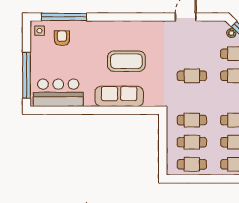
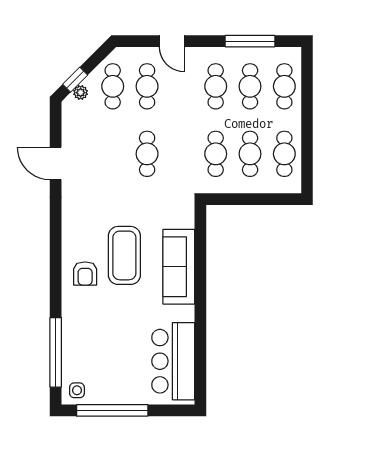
armchair: (62, 38) -> (85, 273), moved, turned -90
window: (27, 75) -> (112, 410), moved

